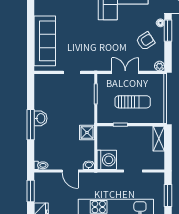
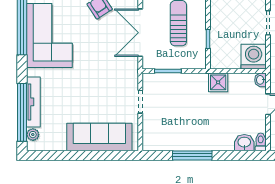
double door: (125, 72) -> (140, 33), width x1.37
washbasin: (40, 118) -> (244, 143), moved
window: (31, 125) -> (192, 155), moved

